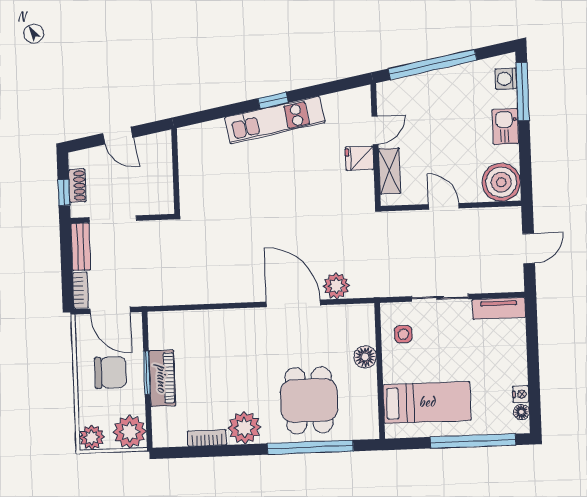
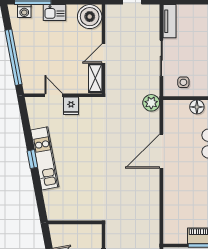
shelving: (390, 171) -> (95, 78), moved, turned 90
plant: (336, 286) -> (151, 103), moved

